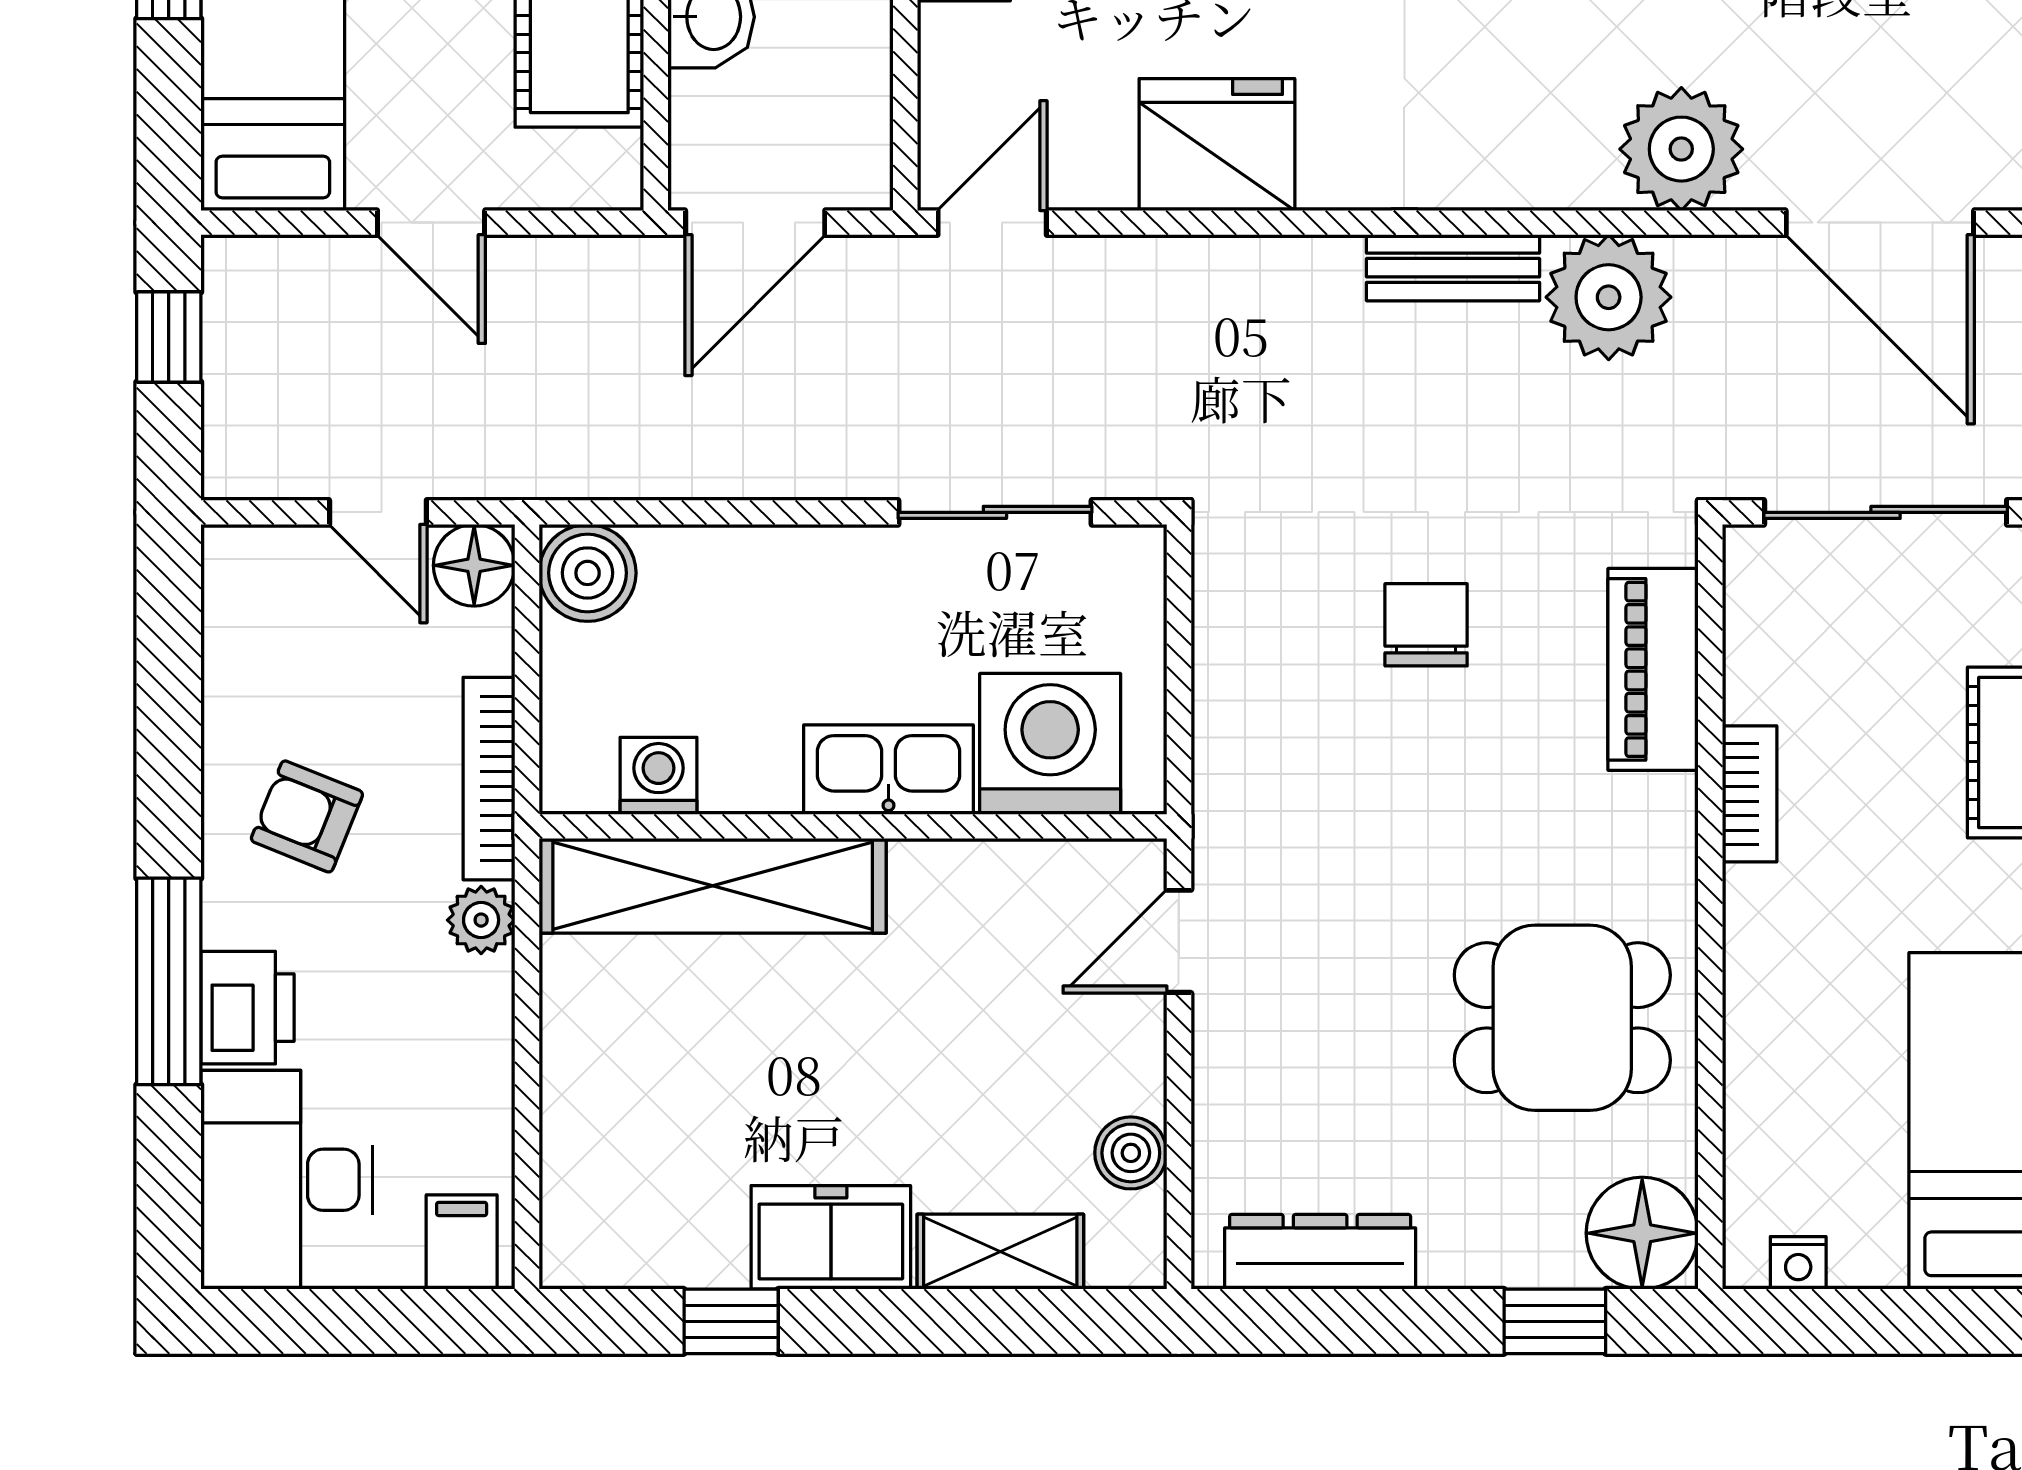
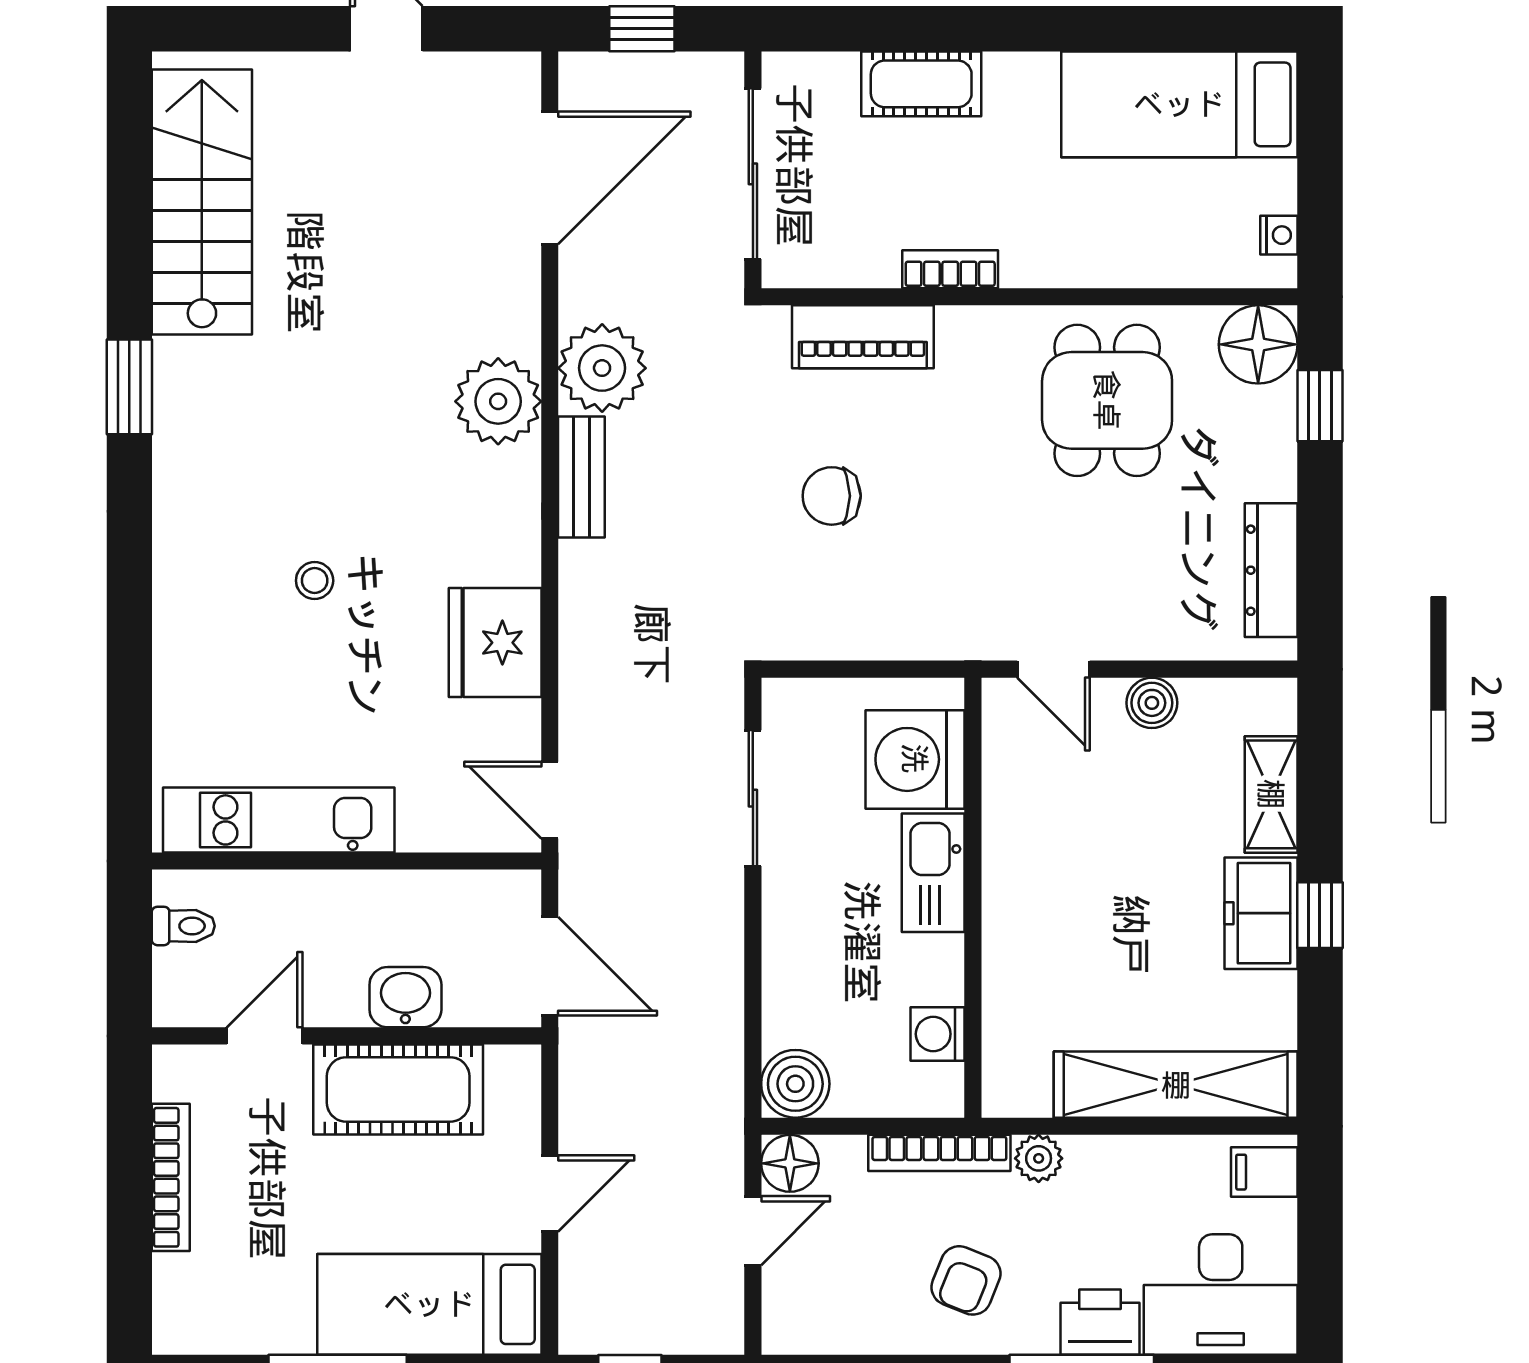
plant: (1681, 149) -> (498, 401), moved
shelving: (713, 886) -> (1176, 1085), moved, turned 90
boiler: (1131, 1153) -> (1152, 703), moved
window: (731, 1321) -> (1320, 915), moved

